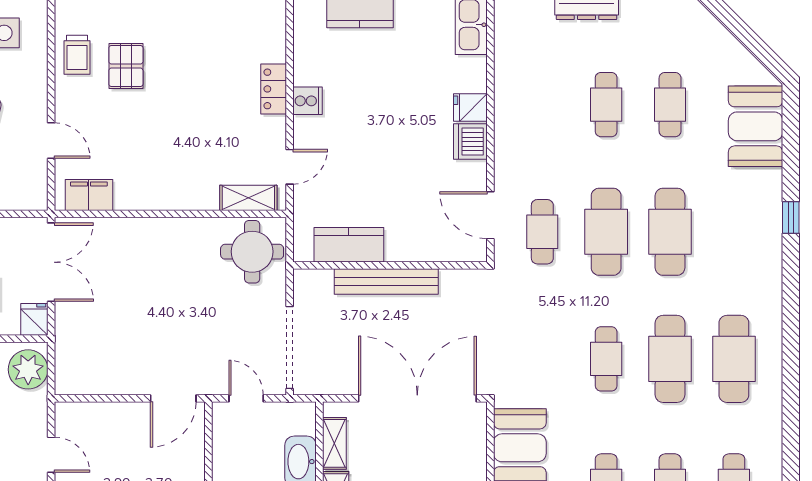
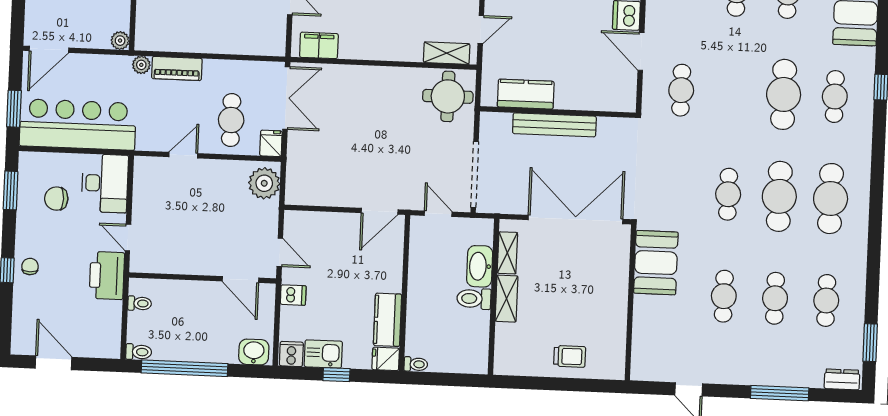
door: (490, 215) -> (641, 51), moved
cafe table: (606, 232) -> (835, 97), moved, width x0.73, depth x0.74

